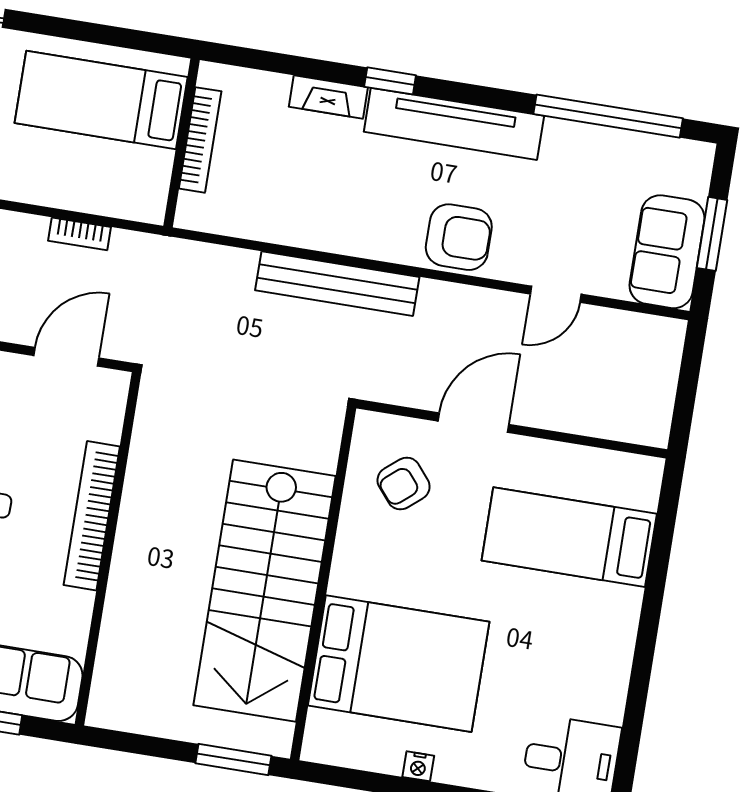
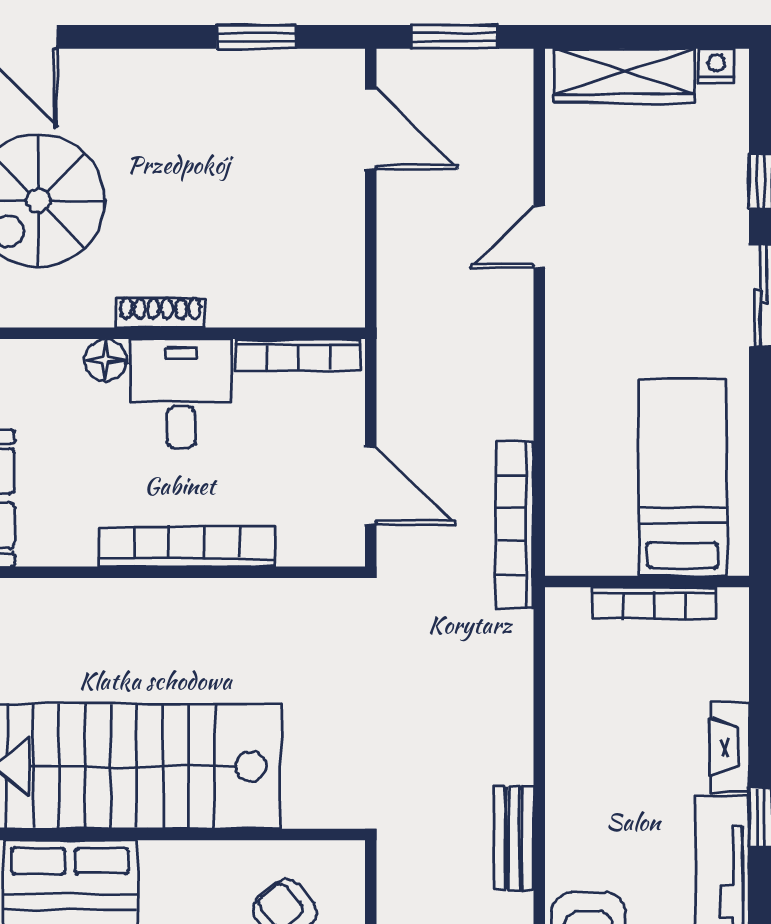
bookcase: (79, 234) -> (515, 525), width x2.31, depth x1.31
bench: (337, 284) -> (514, 838), width x0.54, depth x0.82

